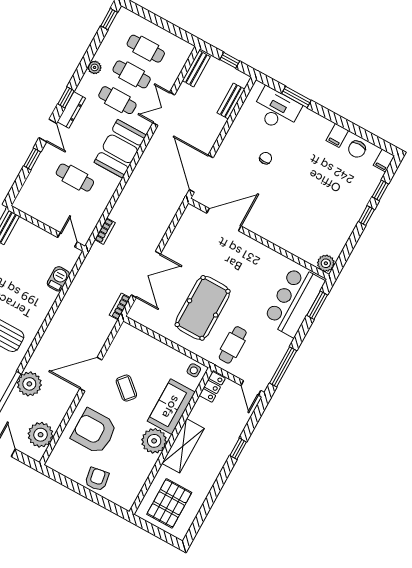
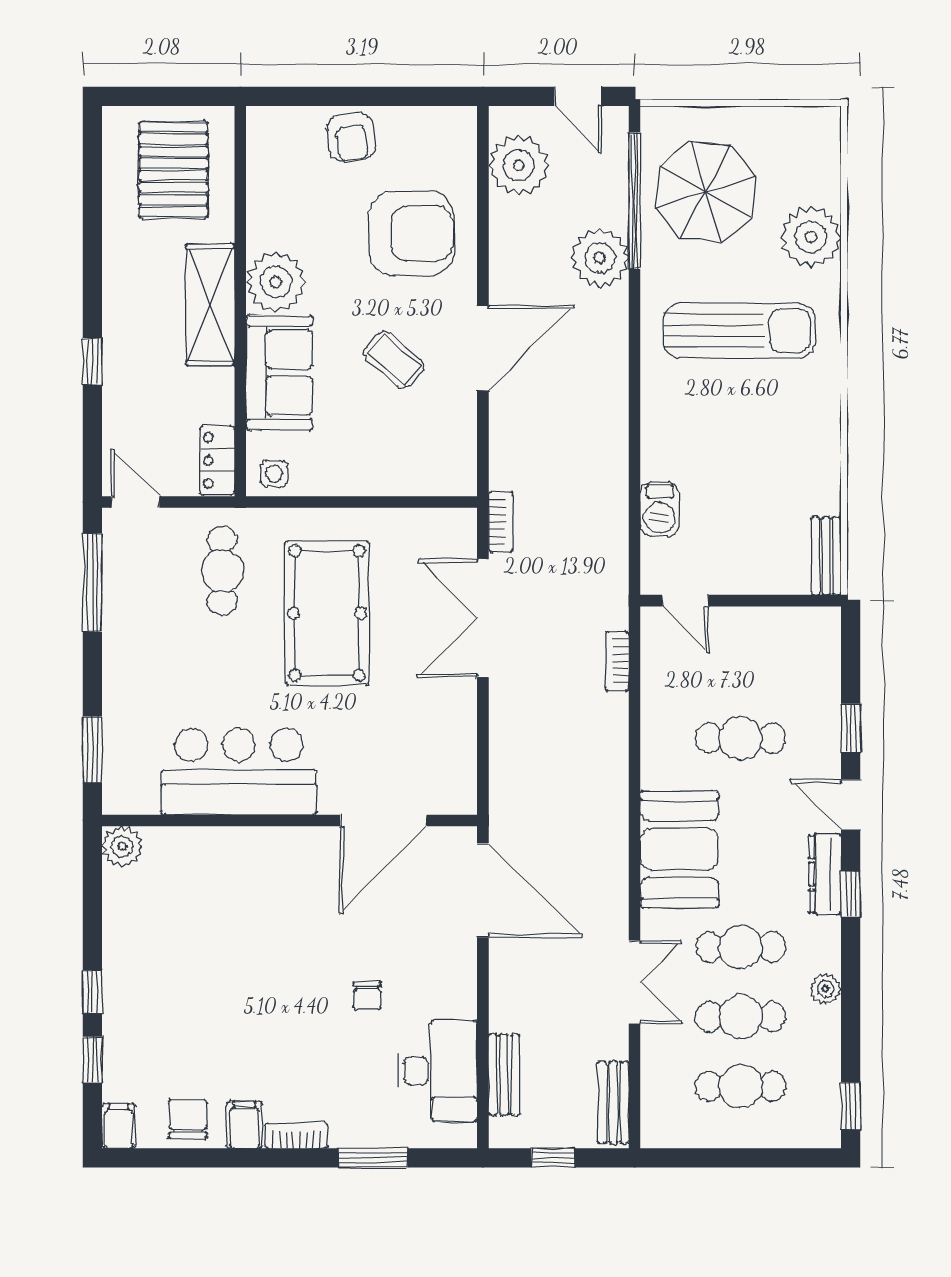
desk: (276, 110) -> (437, 1071), moved, turned -90
bookcase: (320, 121) -> (296, 1136), added
bar counter: (294, 301) -> (239, 771), moved, turned -90

